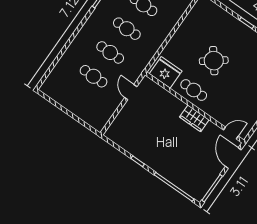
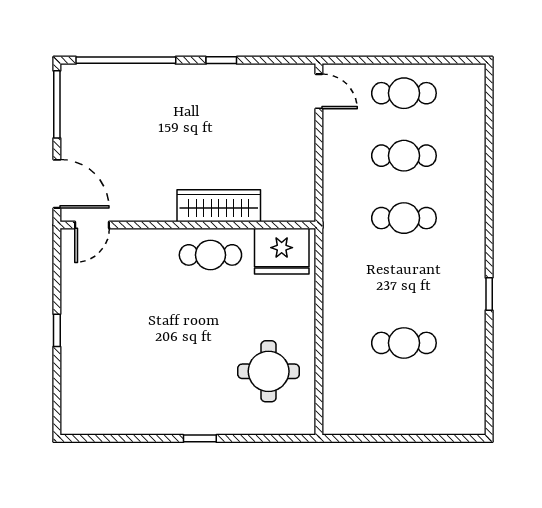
cafe table: (127, 29) -> (404, 93), moved
round table: (214, 61) -> (269, 371), moved, turned 38
door: (131, 92) -> (319, 91), moved
wardrobe: (194, 118) -> (219, 206), moved, width x1.50

